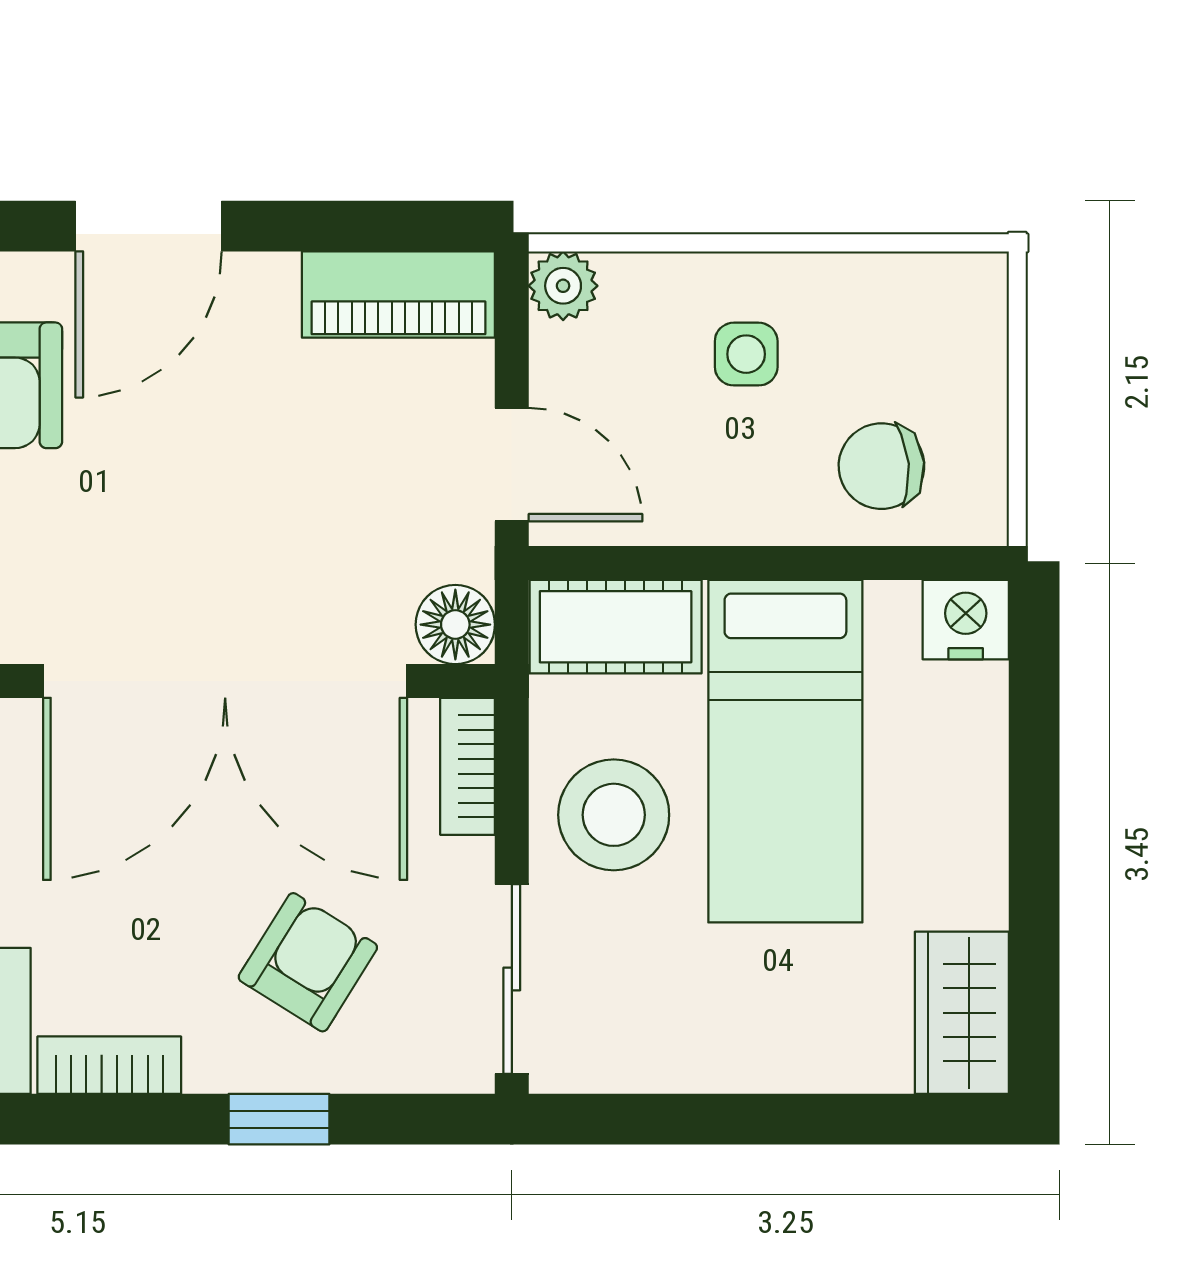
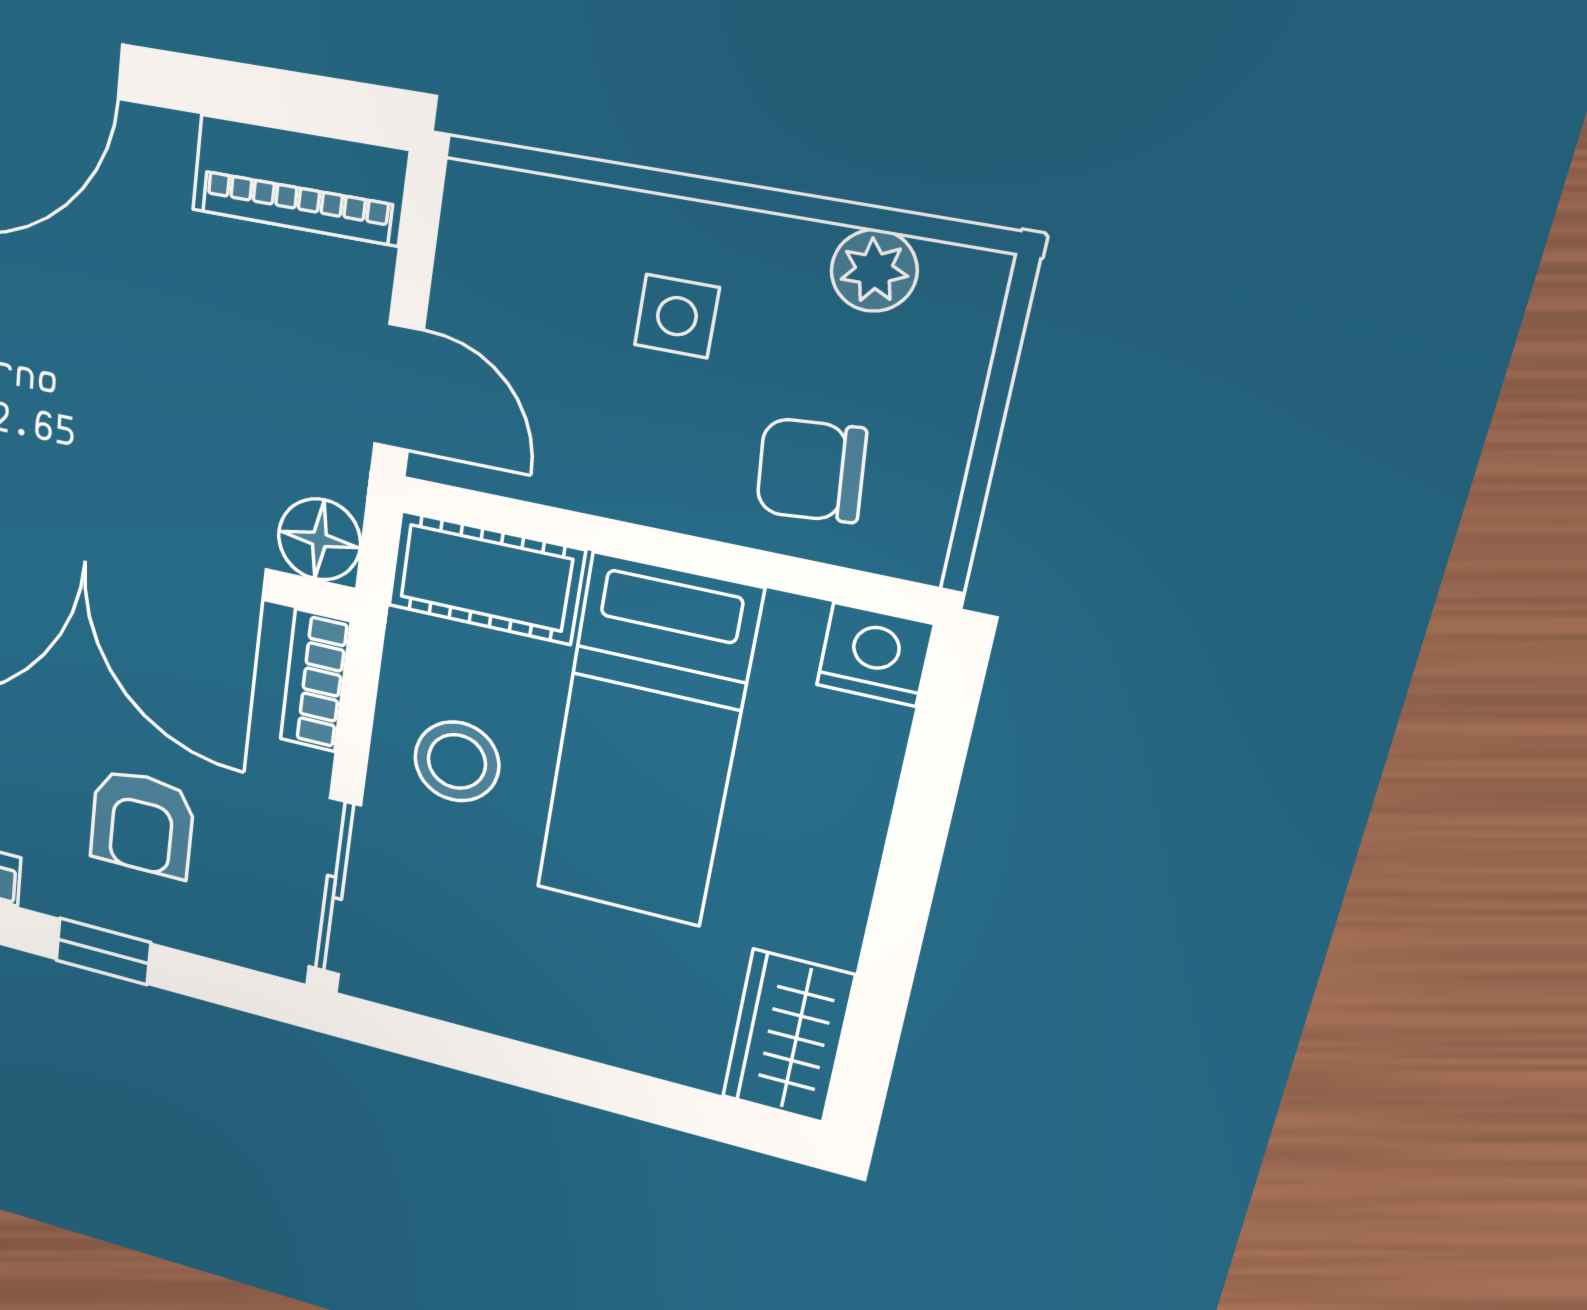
plant: (563, 286) -> (874, 271), moved
stool: (614, 815) -> (457, 761), width x0.73, depth x0.73
armchair: (308, 962) -> (142, 823), turned 148

